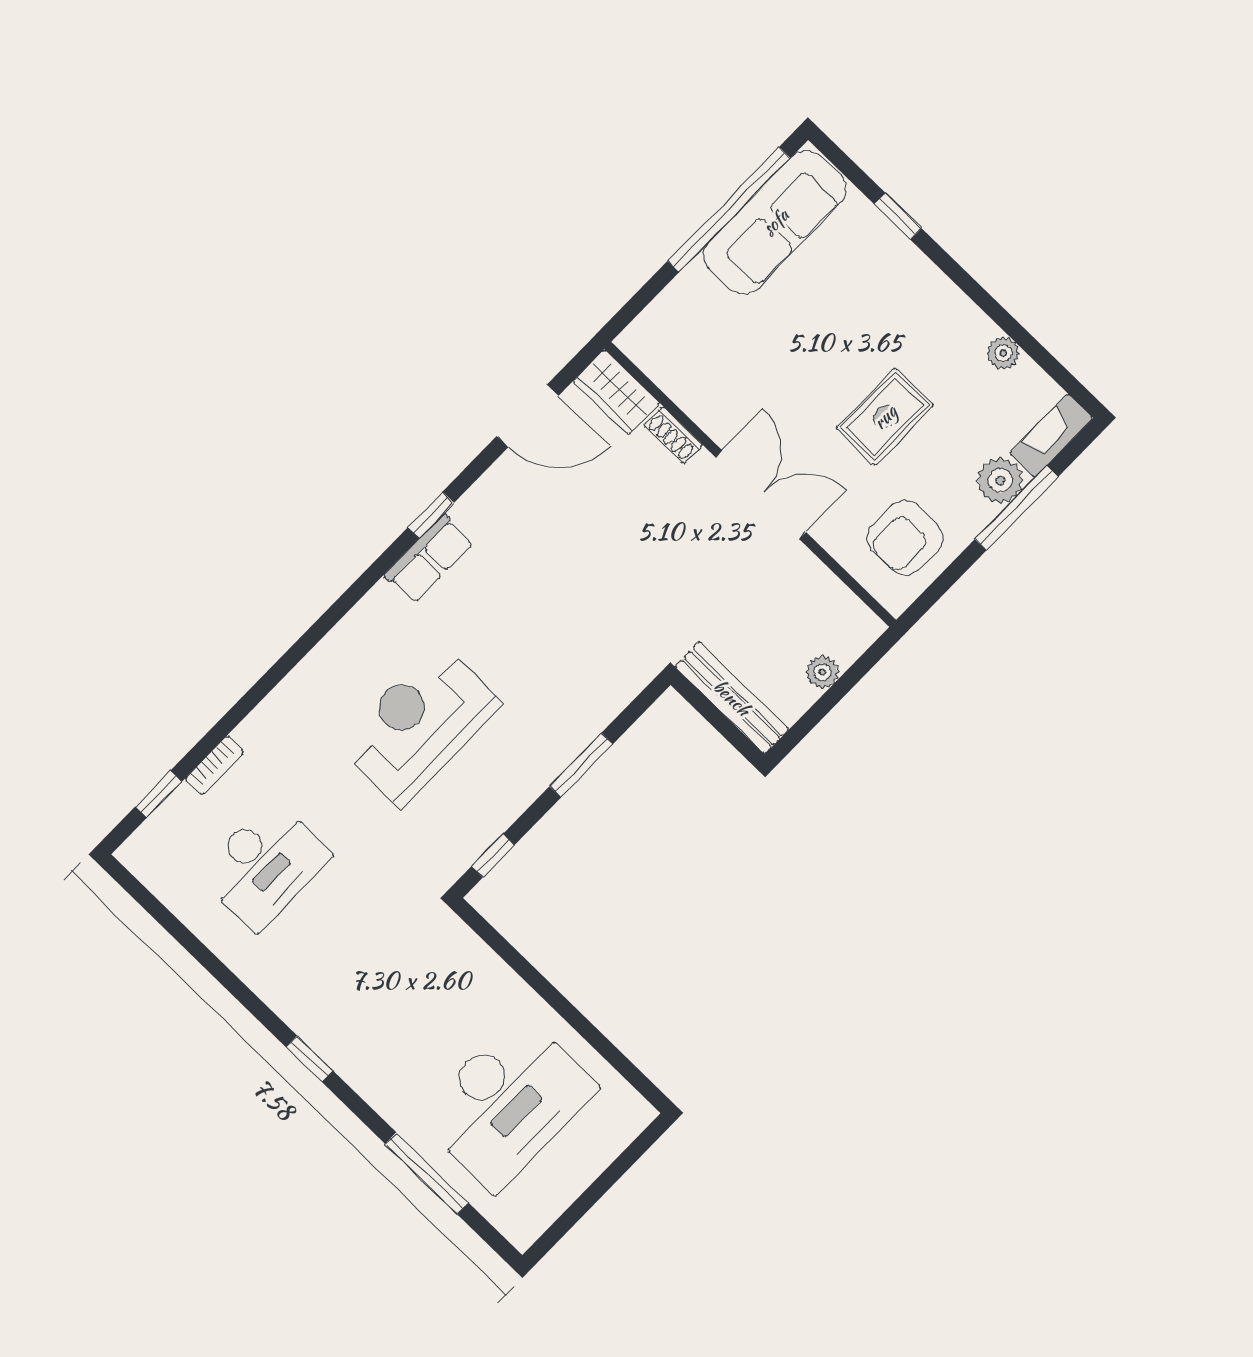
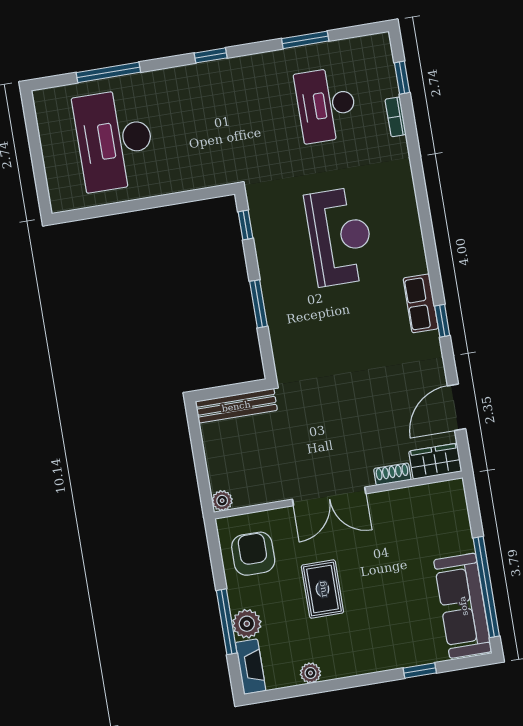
plant: (822, 672) -> (222, 501), moved
window: (201, 953) -> (305, 40), added

